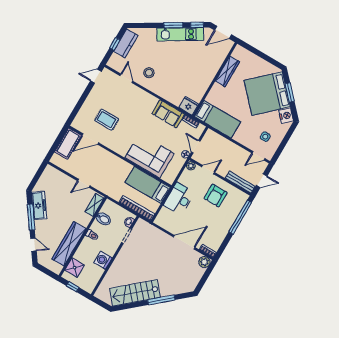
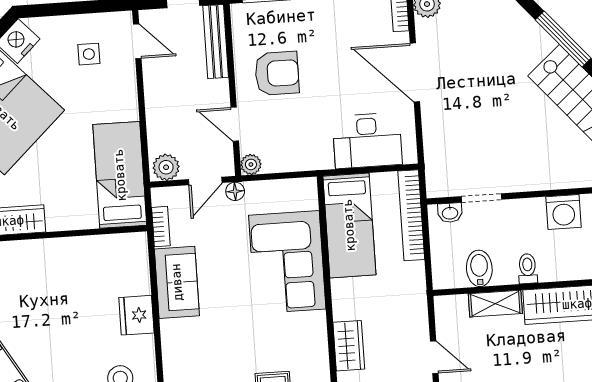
fridge: (189, 106) -> (136, 315), moved
plant: (209, 137) -> (166, 167), added
wardrobe: (107, 157) -> (349, 346), added
desk: (179, 199) -> (367, 141), moved
shelving: (94, 205) -> (495, 304), moved

